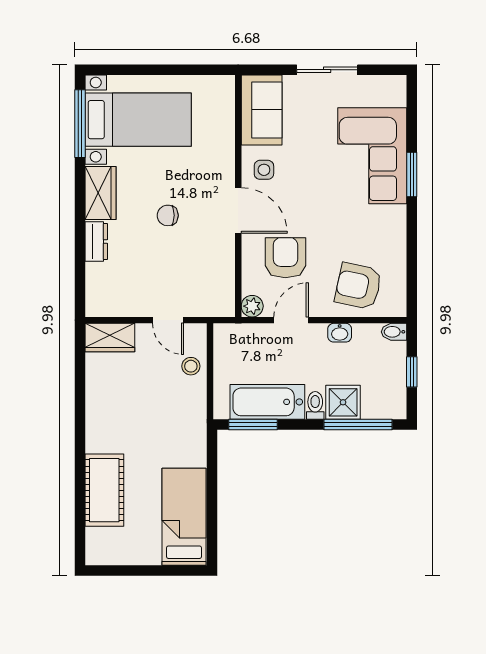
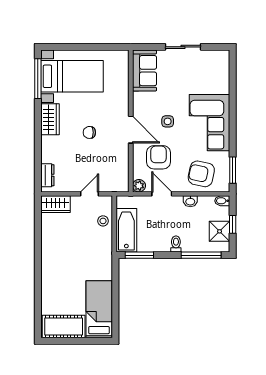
corner sofa: (372, 156) -> (209, 123), moved
side table: (264, 170) -> (168, 121), moved
window: (412, 175) -> (233, 170), moved
dresser: (96, 241) -> (47, 175), moved
door: (168, 320) -> (90, 194), swing flipped
door: (291, 320) -> (162, 194), hinge flipped
bathtub: (267, 402) -> (126, 230), moved, turned 90
shower: (343, 402) -> (220, 231), moved
cot: (104, 490) -> (64, 327), moved, turned 90

